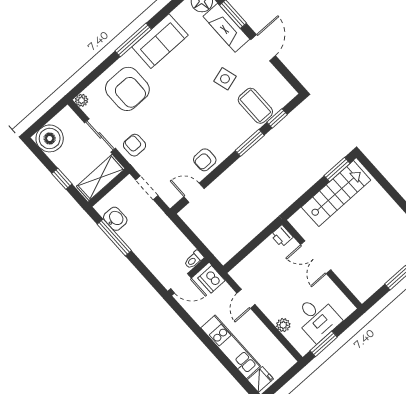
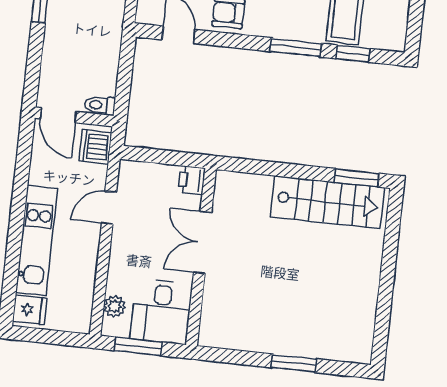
printer: (282, 236) -> (192, 180), moved
double door: (316, 257) -> (203, 242), moved
wall: (322, 264) -> (201, 257), moved
plant: (283, 325) -> (115, 306), moved

